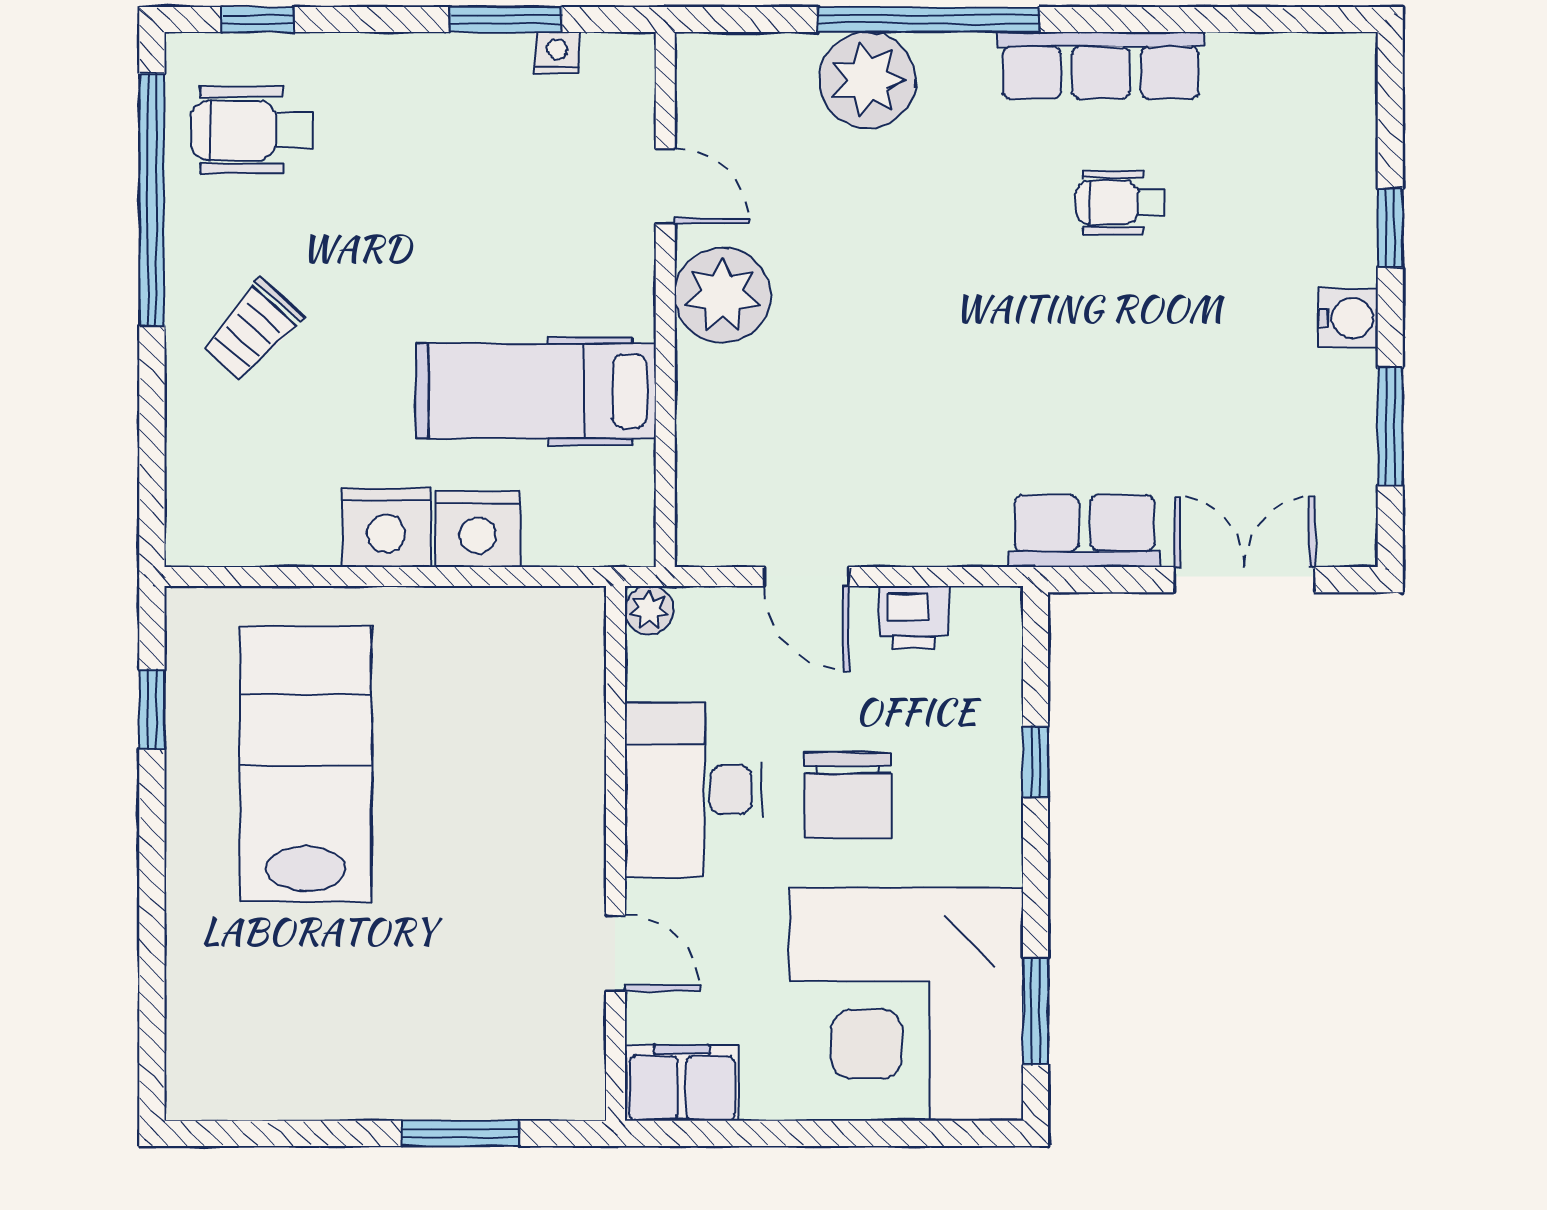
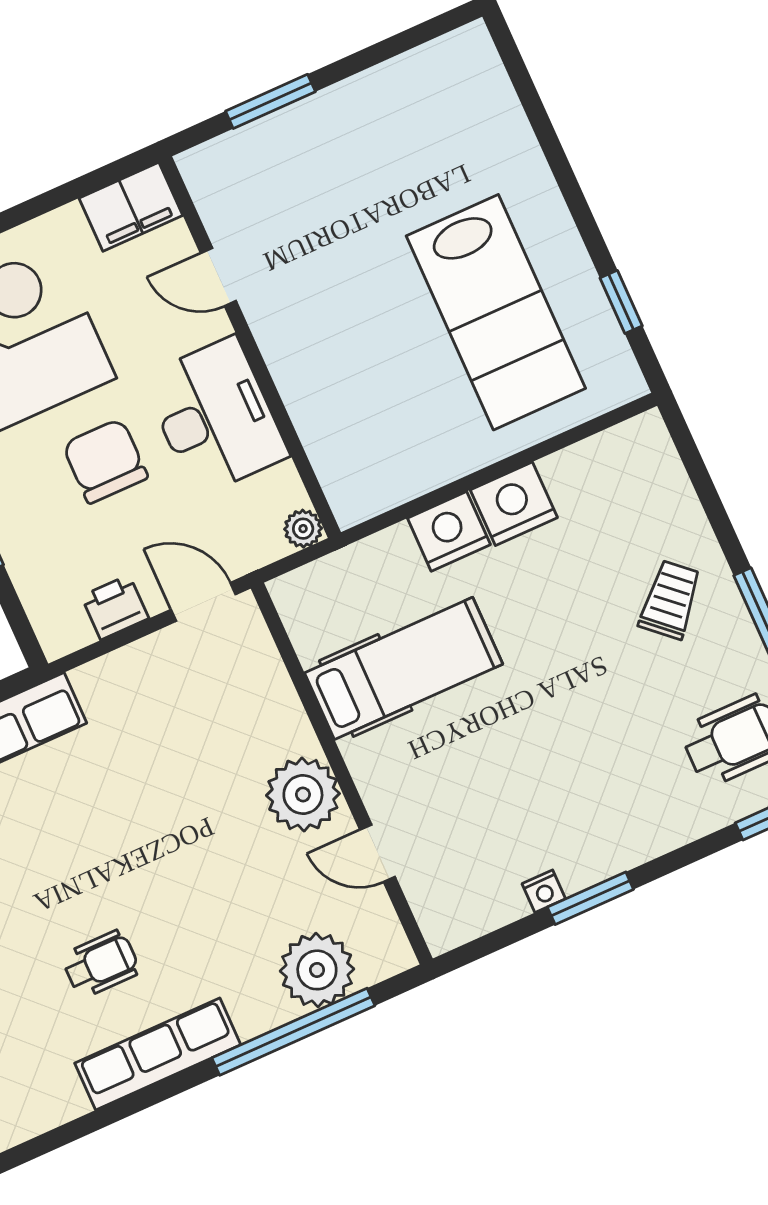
door: (665, 186) -> (378, 853), moved
plant: (722, 295) -> (303, 795), moved
wall: (665, 300) -> (342, 774), moved
hospital bed: (536, 391) -> (404, 668), moved

